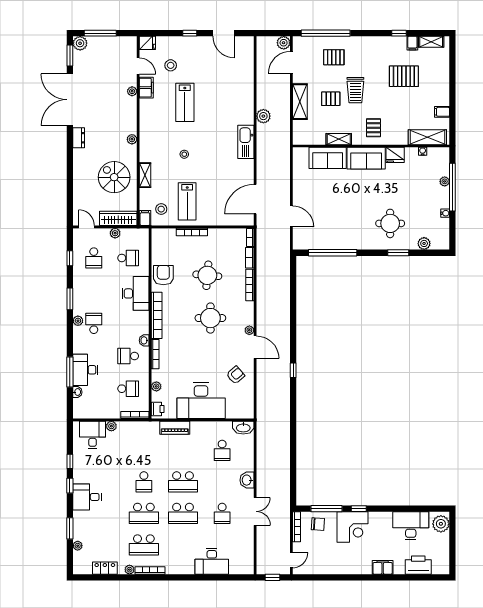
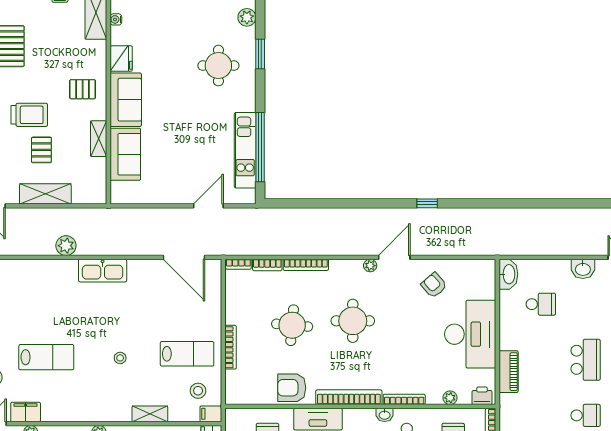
kitchen unit: (331, 242) -> (245, 150), added

